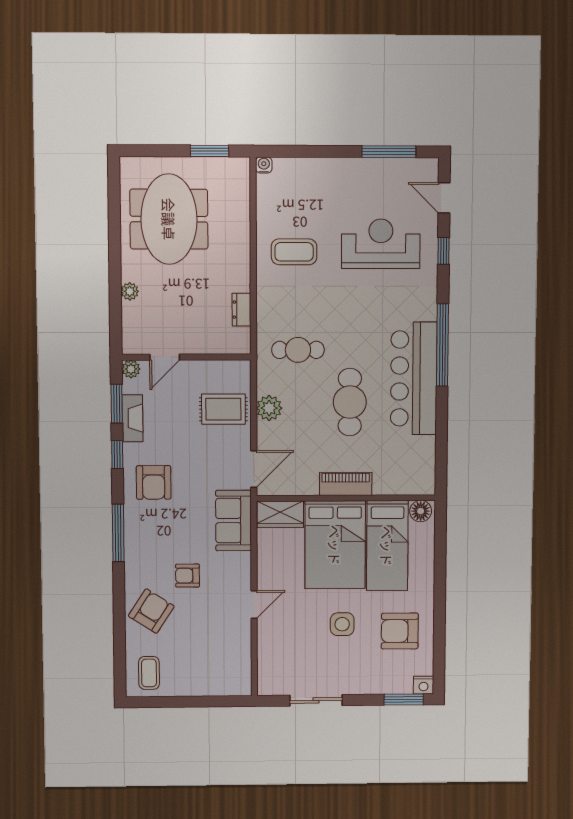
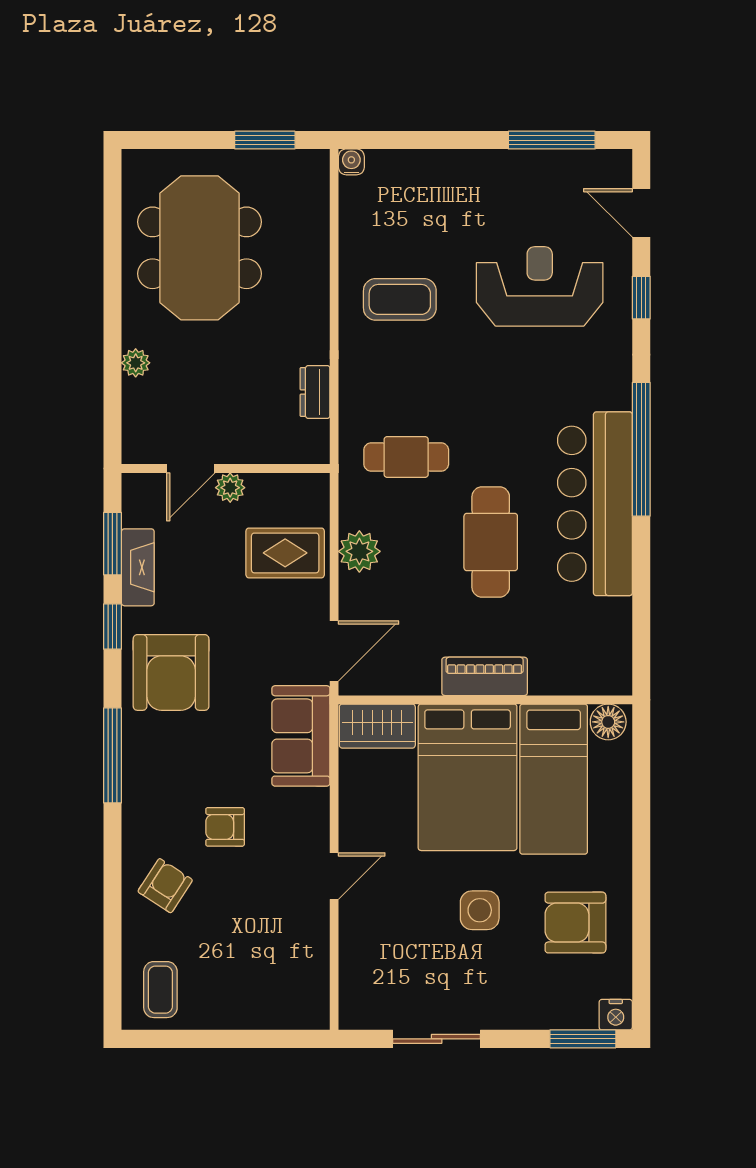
plant: (131, 369) -> (230, 488), moved
armchair: (154, 482) -> (171, 672), width x1.36, depth x1.36
armchair: (151, 611) -> (165, 886), width x0.72, depth x0.72

